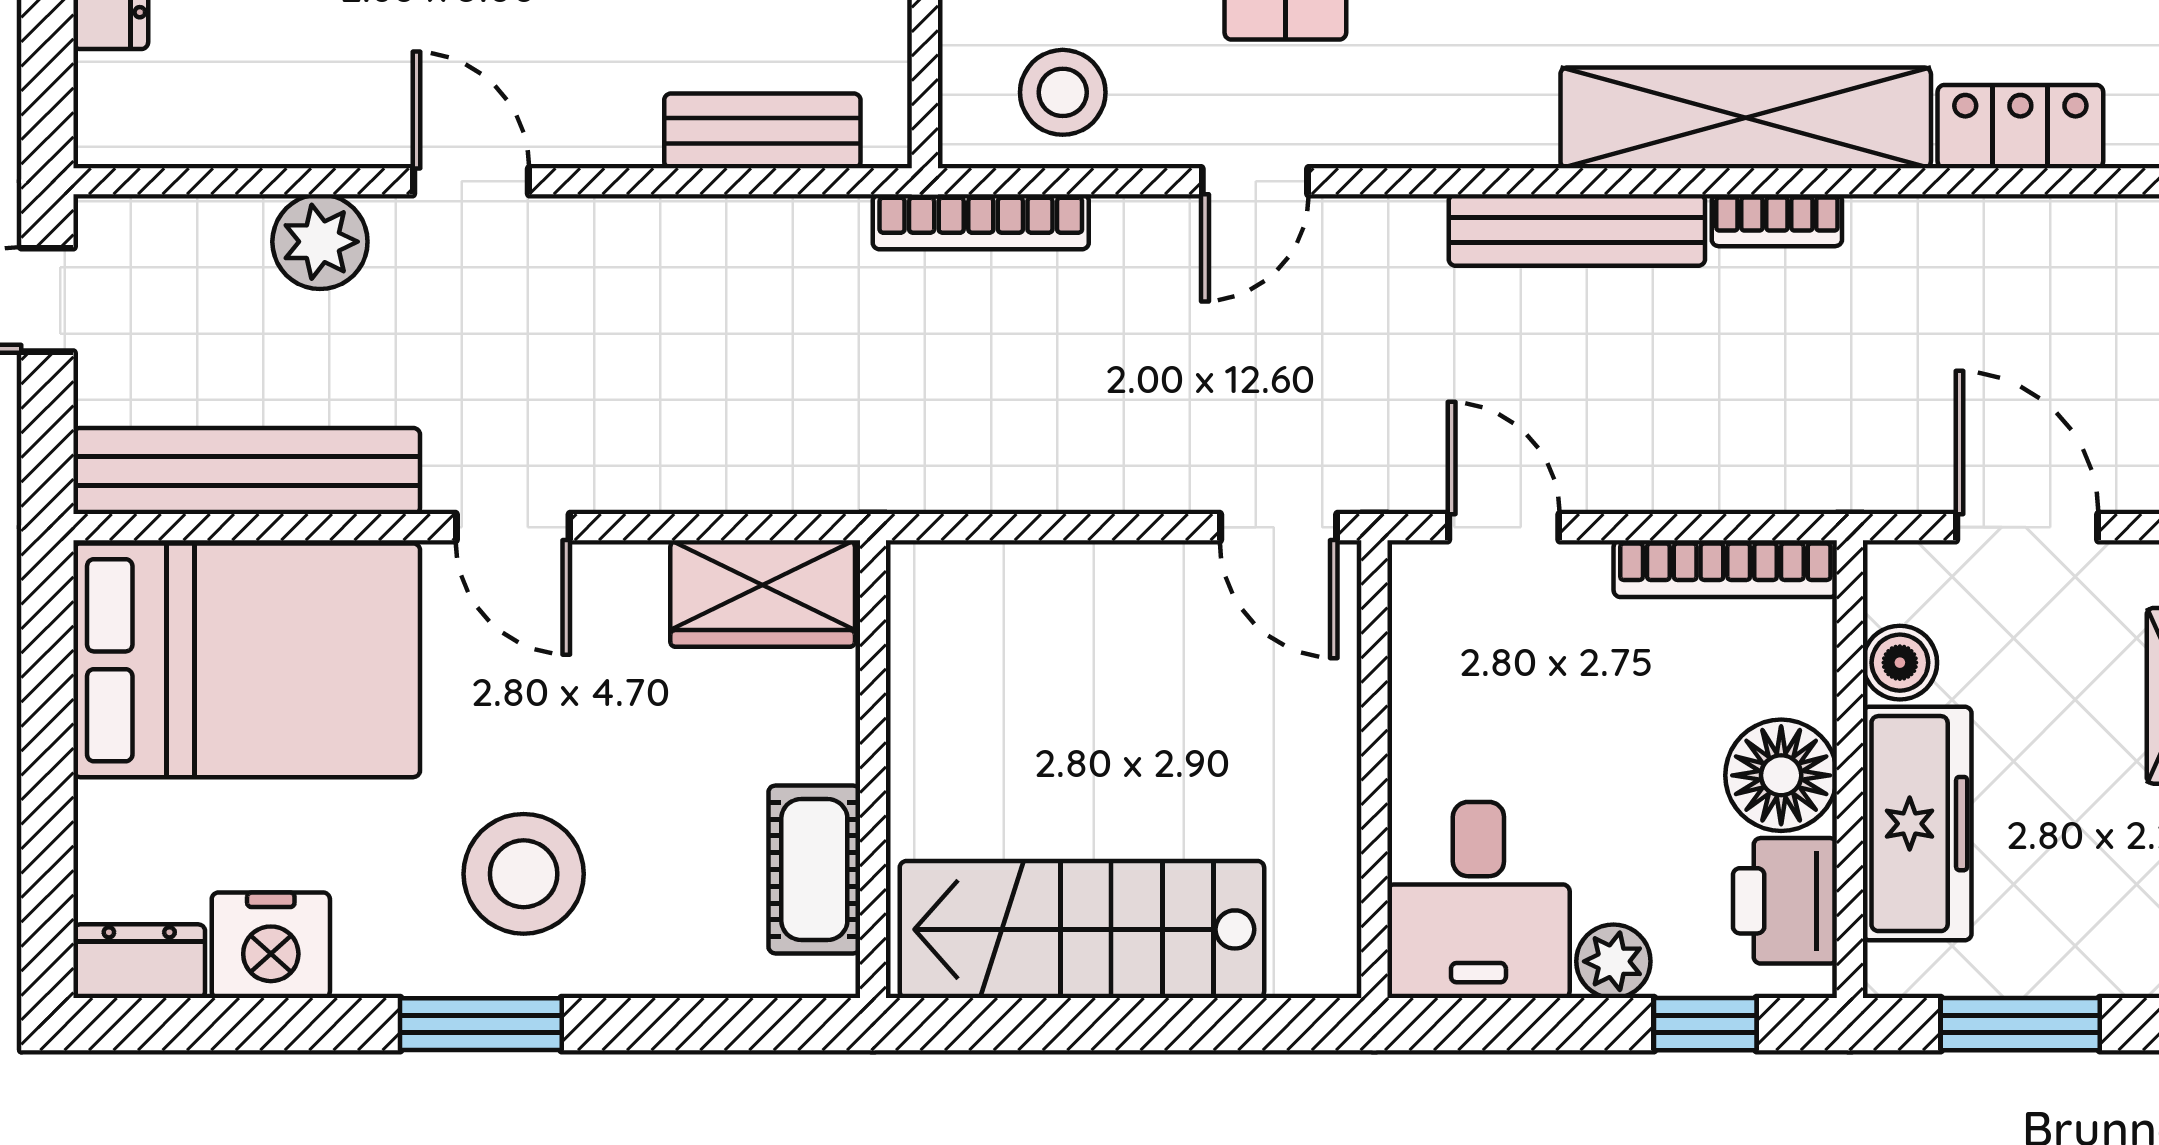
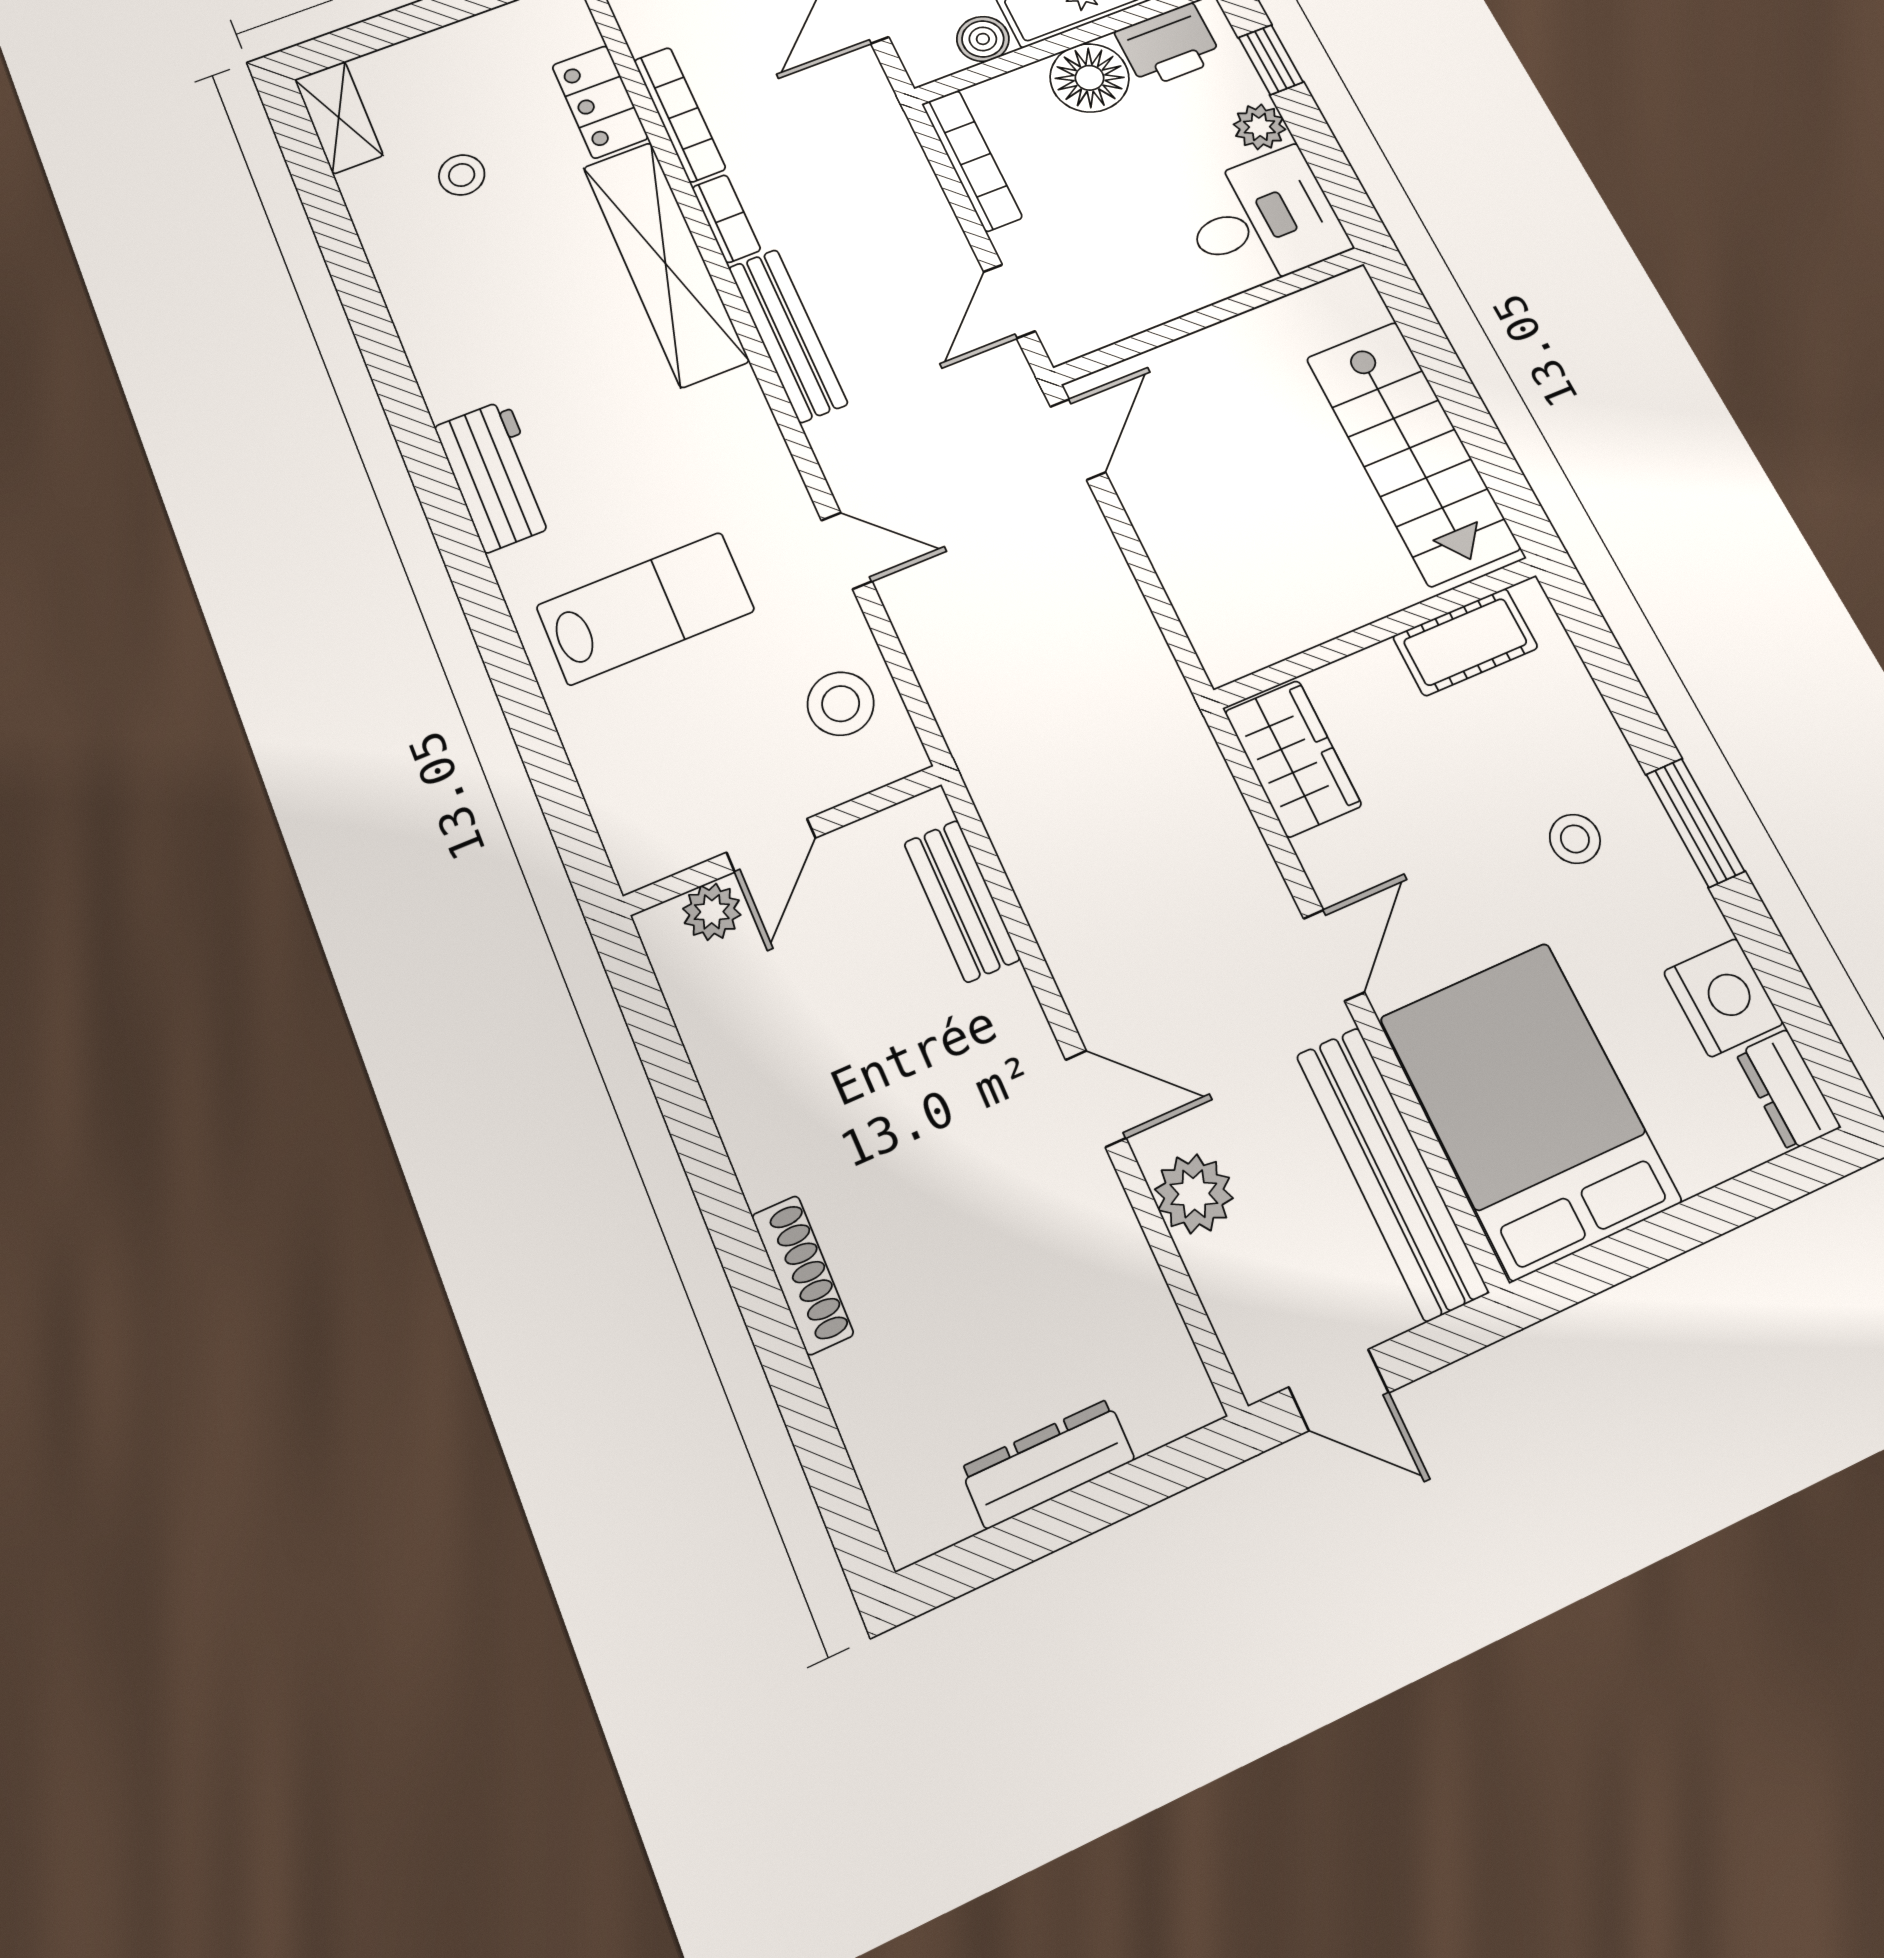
door: (471, 181) -> (1096, 1099), swing flipped
bookcase: (981, 222) -> (680, 114), moved
stool: (524, 874) -> (1575, 839), width x0.53, depth x0.53

